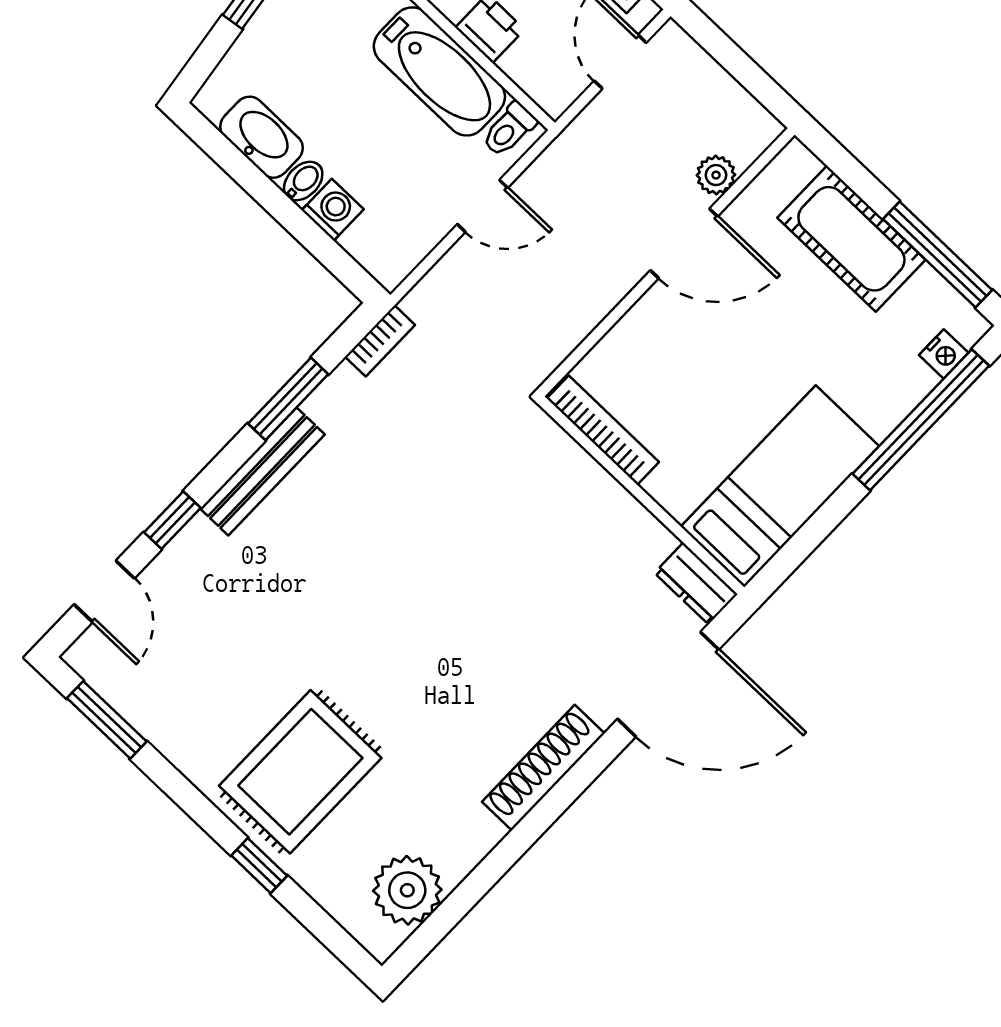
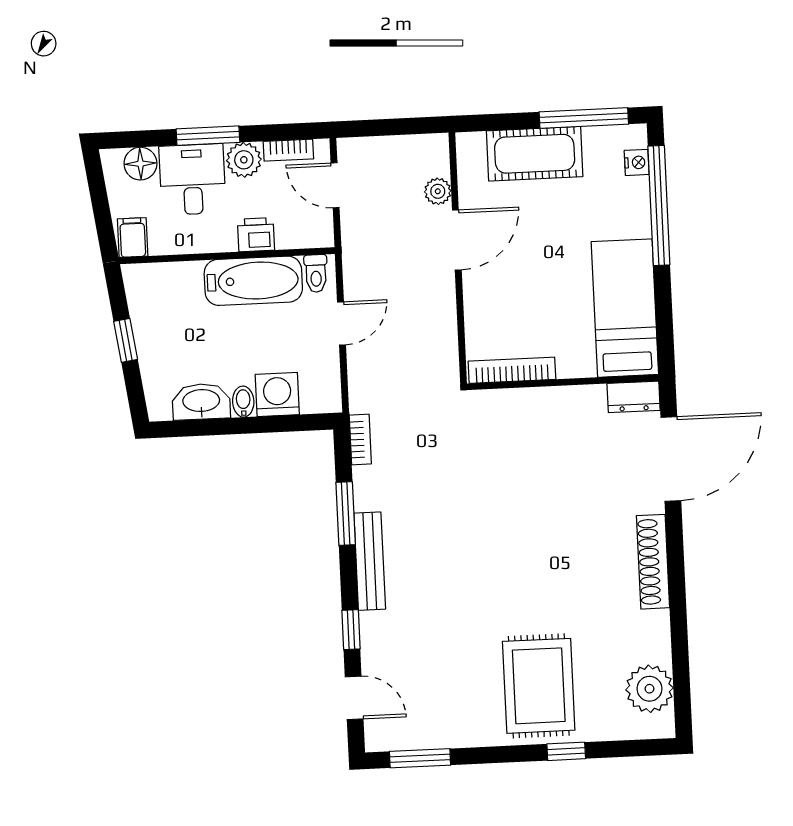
washing machine: (333, 210) -> (277, 395), width x1.38, depth x1.38

